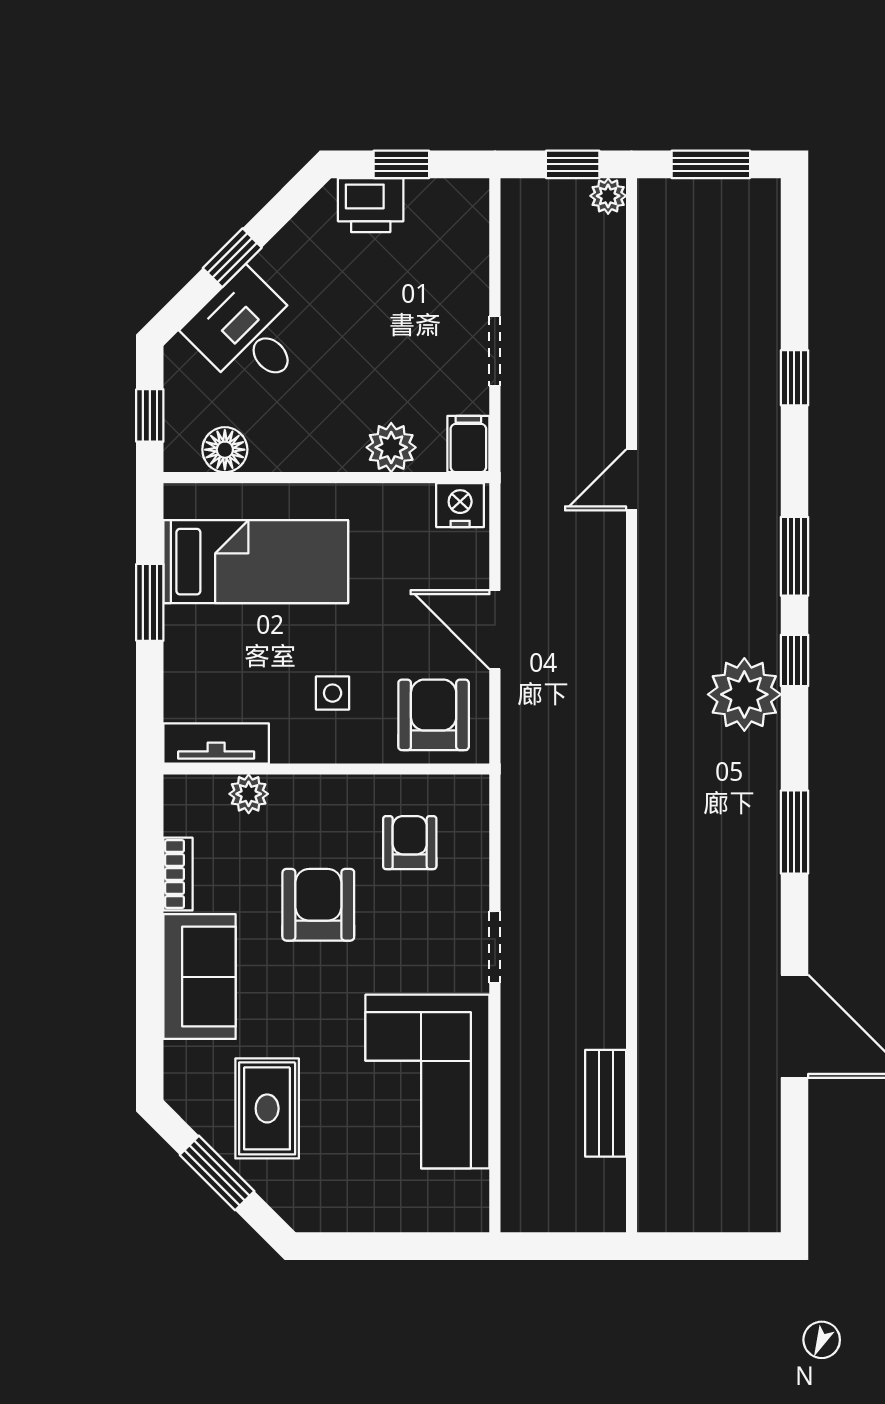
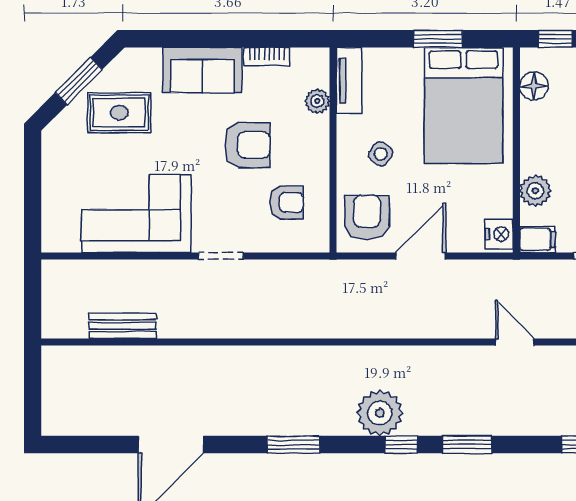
bed: (256, 562) -> (463, 105), width x1.50
side table: (333, 693) -> (381, 154), turned 36
armchair: (434, 715) -> (367, 217), turned -90

